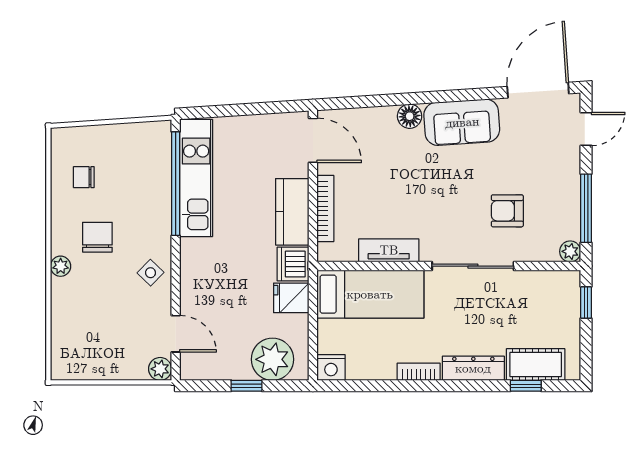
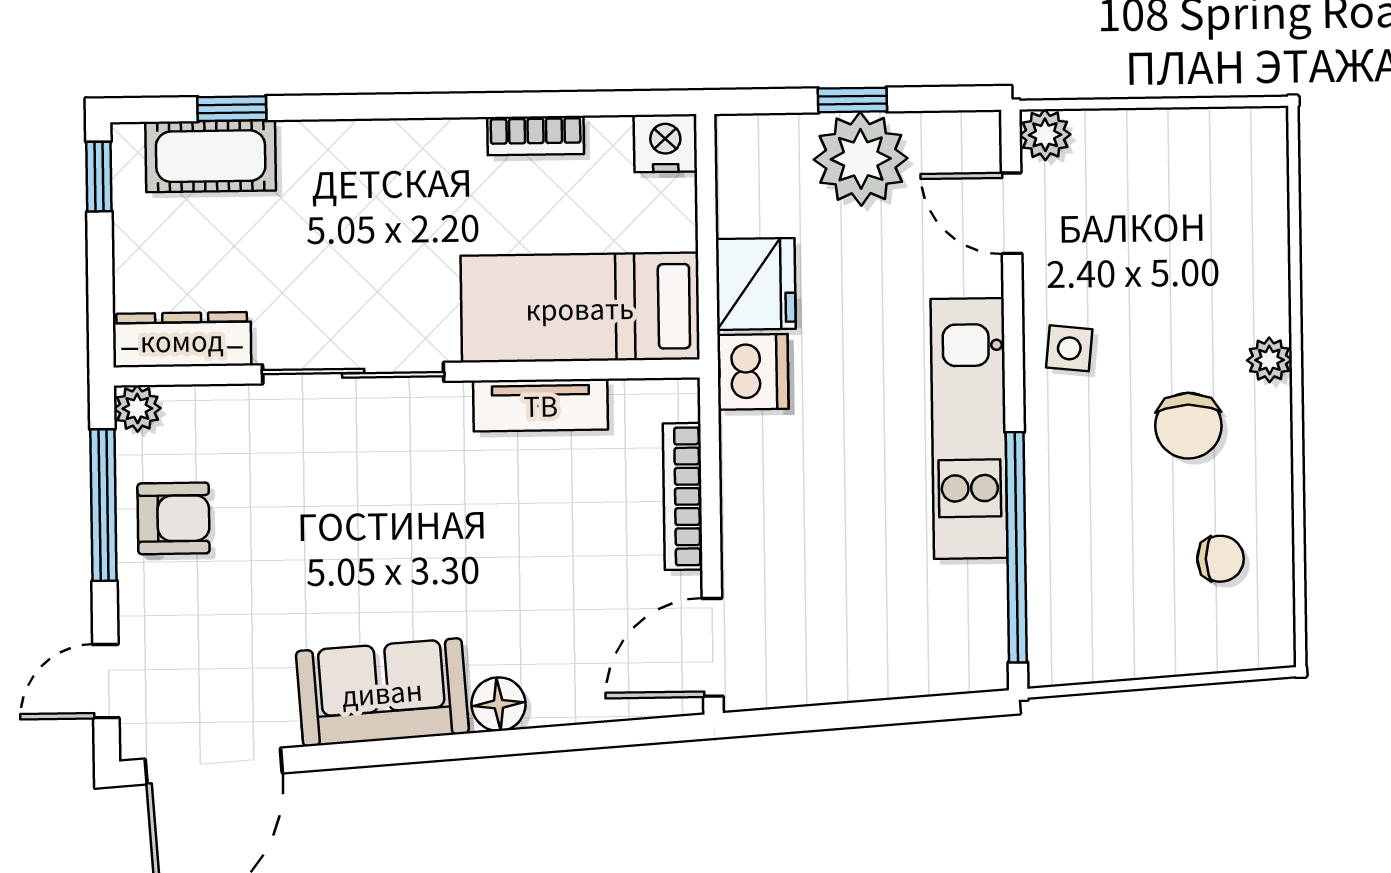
door: (313, 140) -> (713, 647), hinge flipped
kitchen unit: (196, 178) -> (969, 428), moved
armchair: (507, 211) -> (173, 518), moved
kitchen counter: (292, 212) -> (756, 488), removed
side table: (151, 273) -> (1069, 348), turned -38
fridge: (291, 298) -> (756, 284), width x1.38
window: (586, 303) -> (99, 177), moved
plant: (272, 359) -> (861, 159), moved
dresser: (473, 368) -> (182, 340), moved, turned 180
bookcase: (419, 372) -> (536, 136), moved

